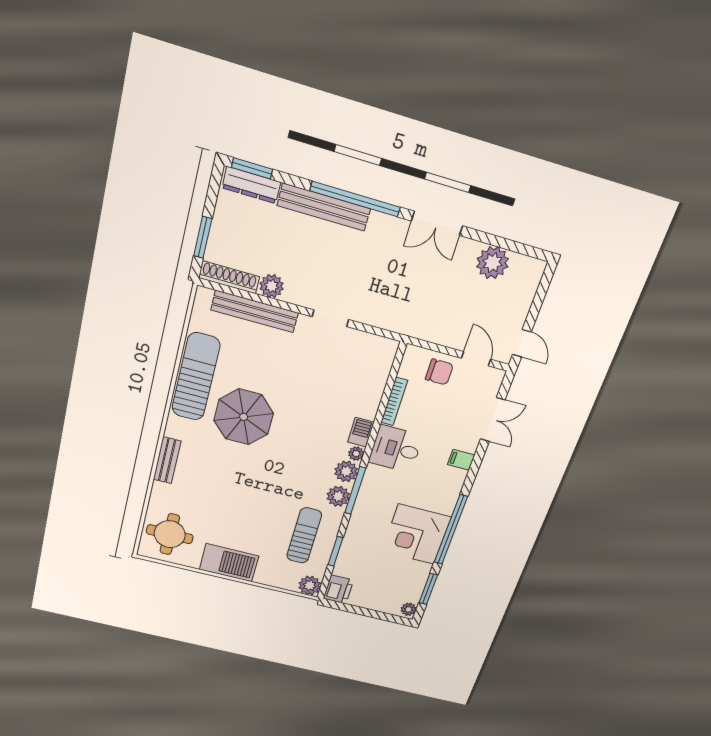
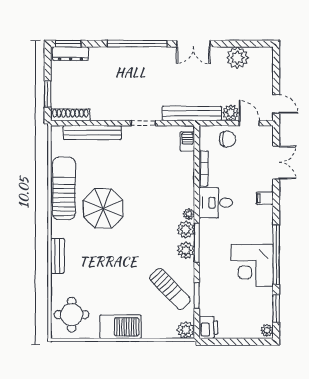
bench: (324, 207) -> (192, 113), moved
plant: (272, 286) -> (231, 113), moved
barbecue: (361, 432) -> (187, 141), moved
sun lounger: (304, 536) -> (170, 289), turned 136

